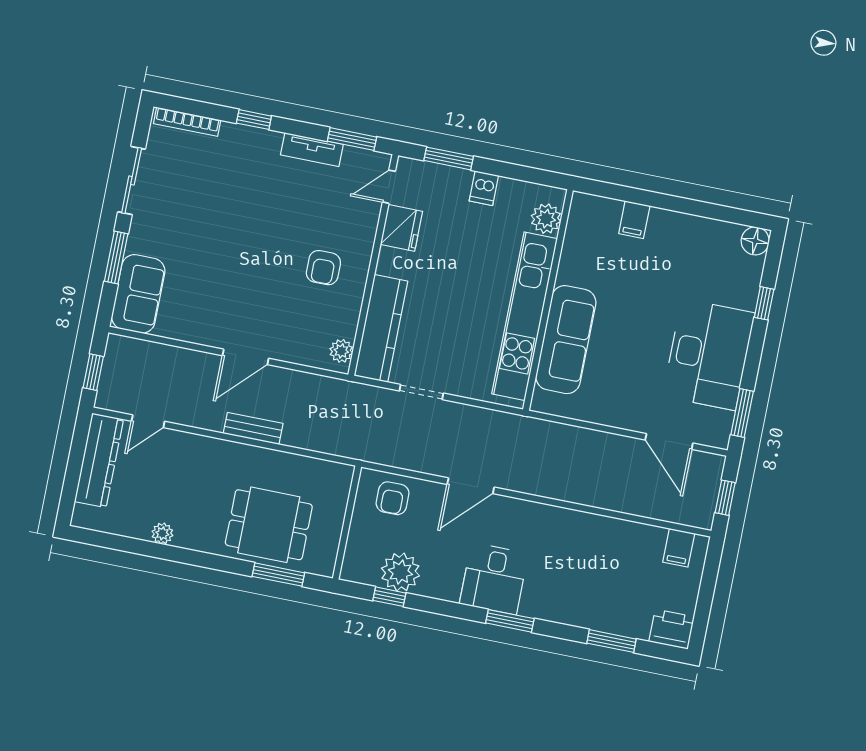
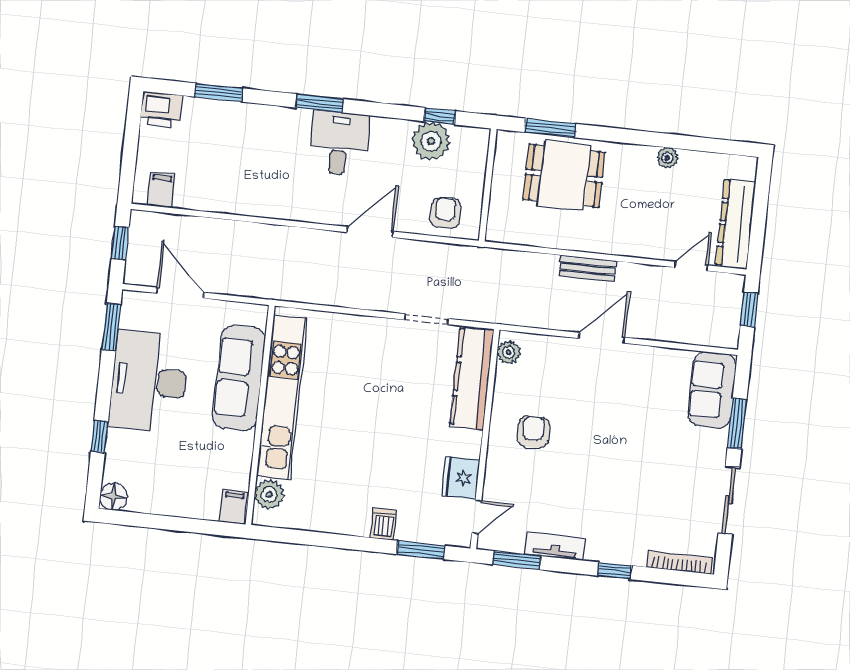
plant: (546, 219) -> (269, 494), moved
wall: (548, 300) -> (260, 415), moved
kitchen unit: (525, 316) -> (282, 397), moved
sofa: (566, 340) -> (239, 378), moved

